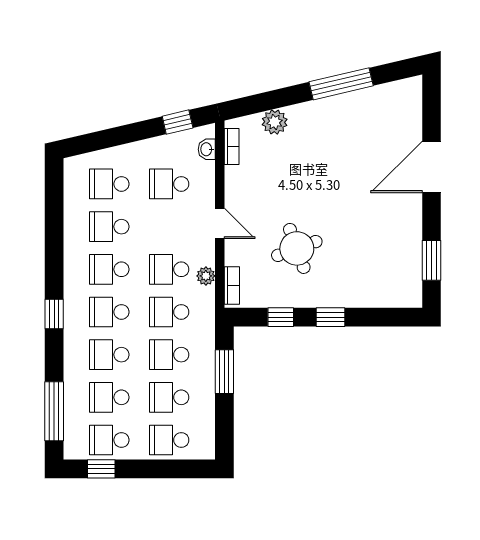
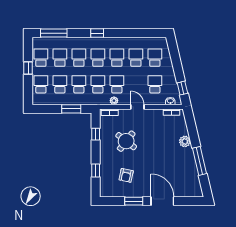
plant: (275, 122) -> (185, 141), moved
door: (220, 223) -> (137, 107), swing flipped
round table: (297, 248) -> (126, 141), turned -32
armchair: (374, 248) -> (126, 175), added
window: (431, 260) -> (134, 201), moved
window: (330, 317) -> (96, 171), moved
window: (101, 469) -> (28, 68), moved

